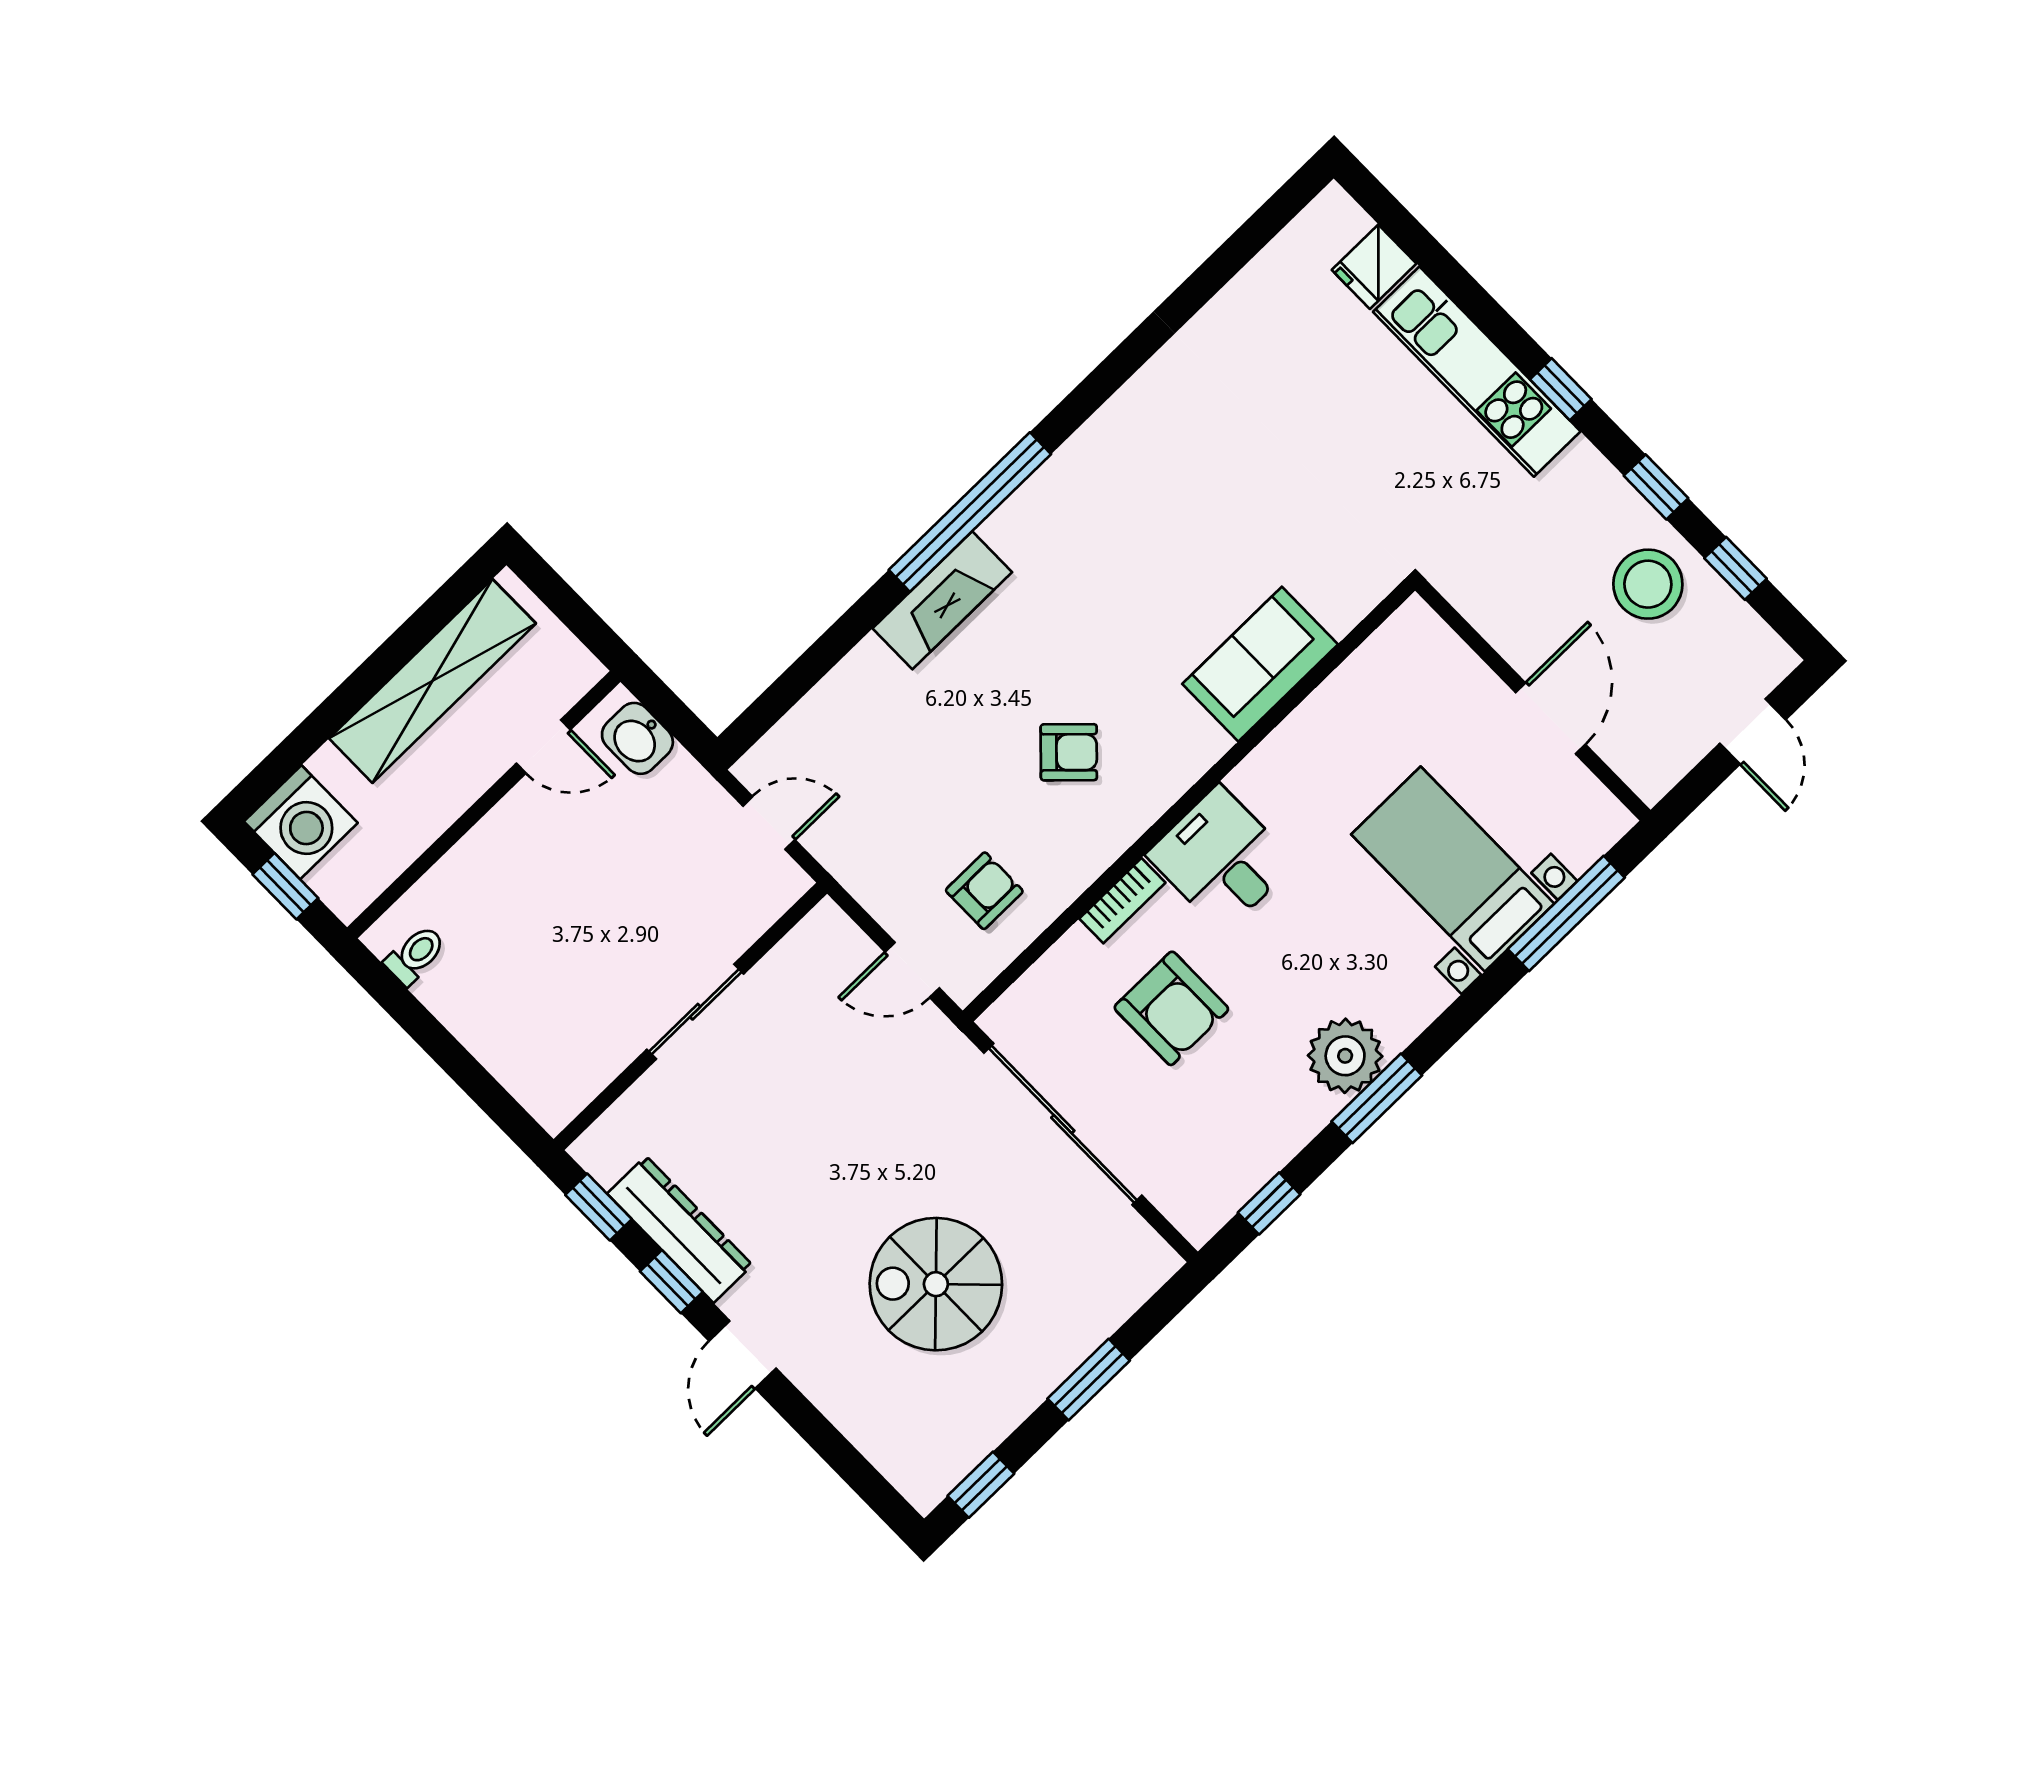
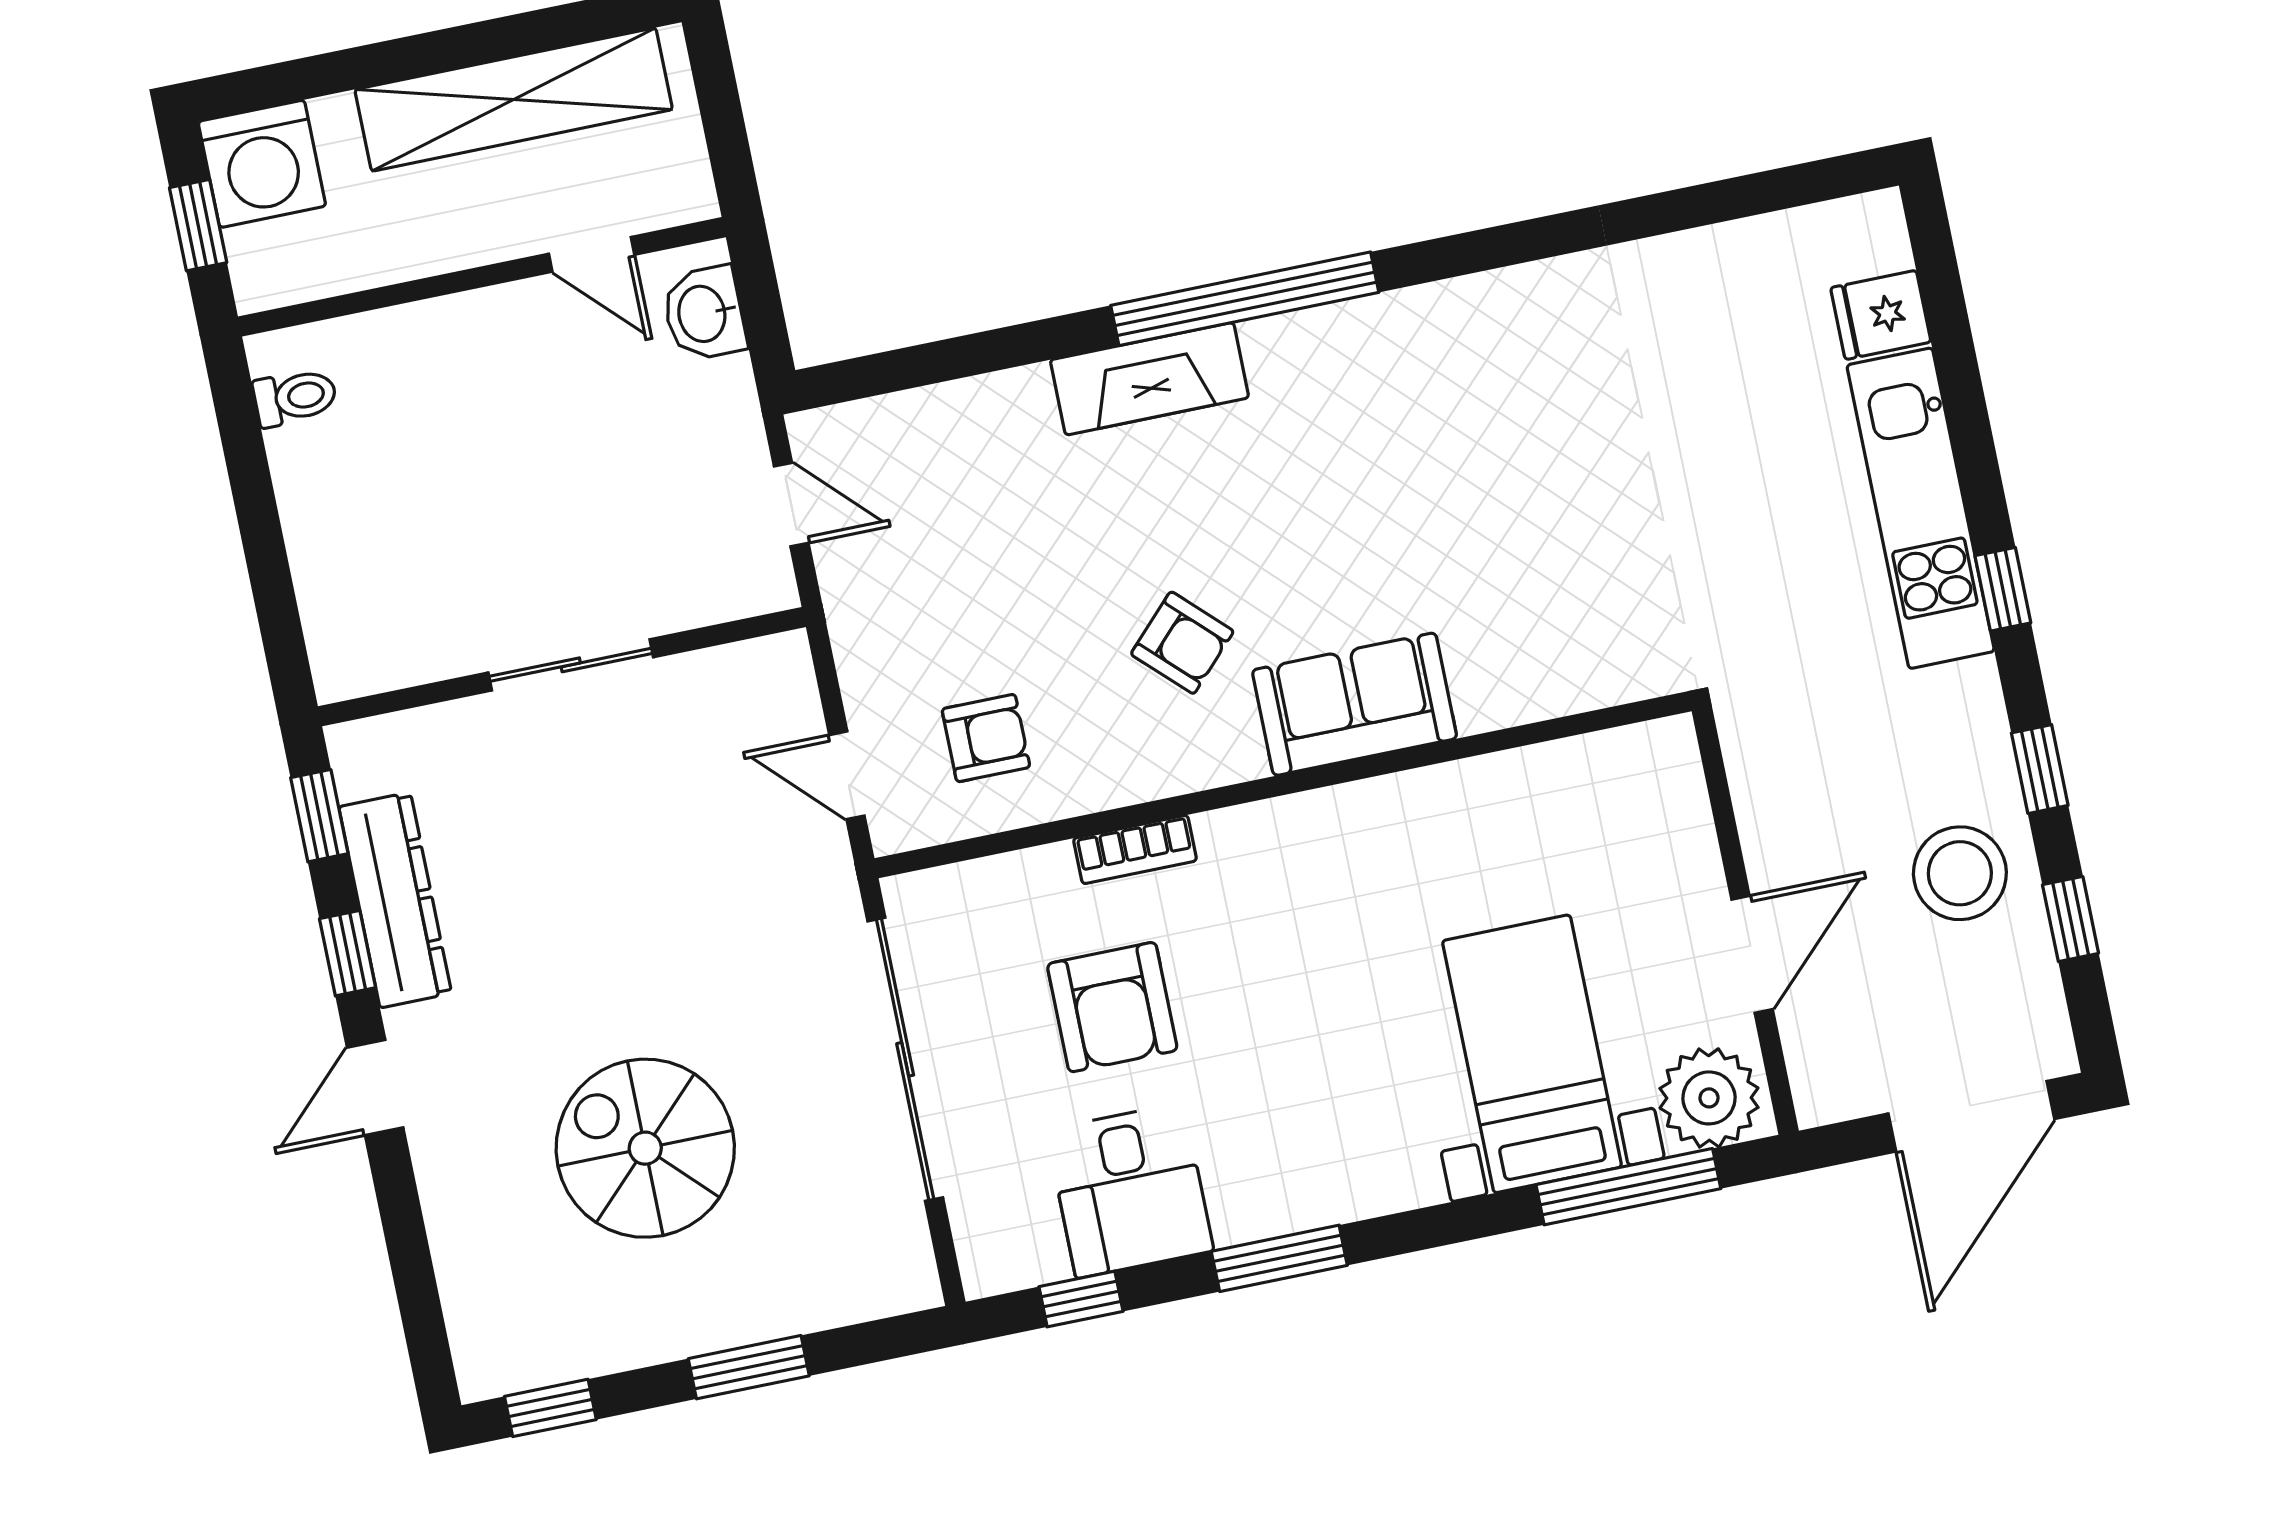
sofa: (1260, 664) -> (1355, 704), moved
door: (1753, 732) -> (1971, 1116), width x1.88
desk: (1221, 859) -> (1130, 1190), moved, turned 180
plant: (1345, 1056) -> (1709, 1098), moved

